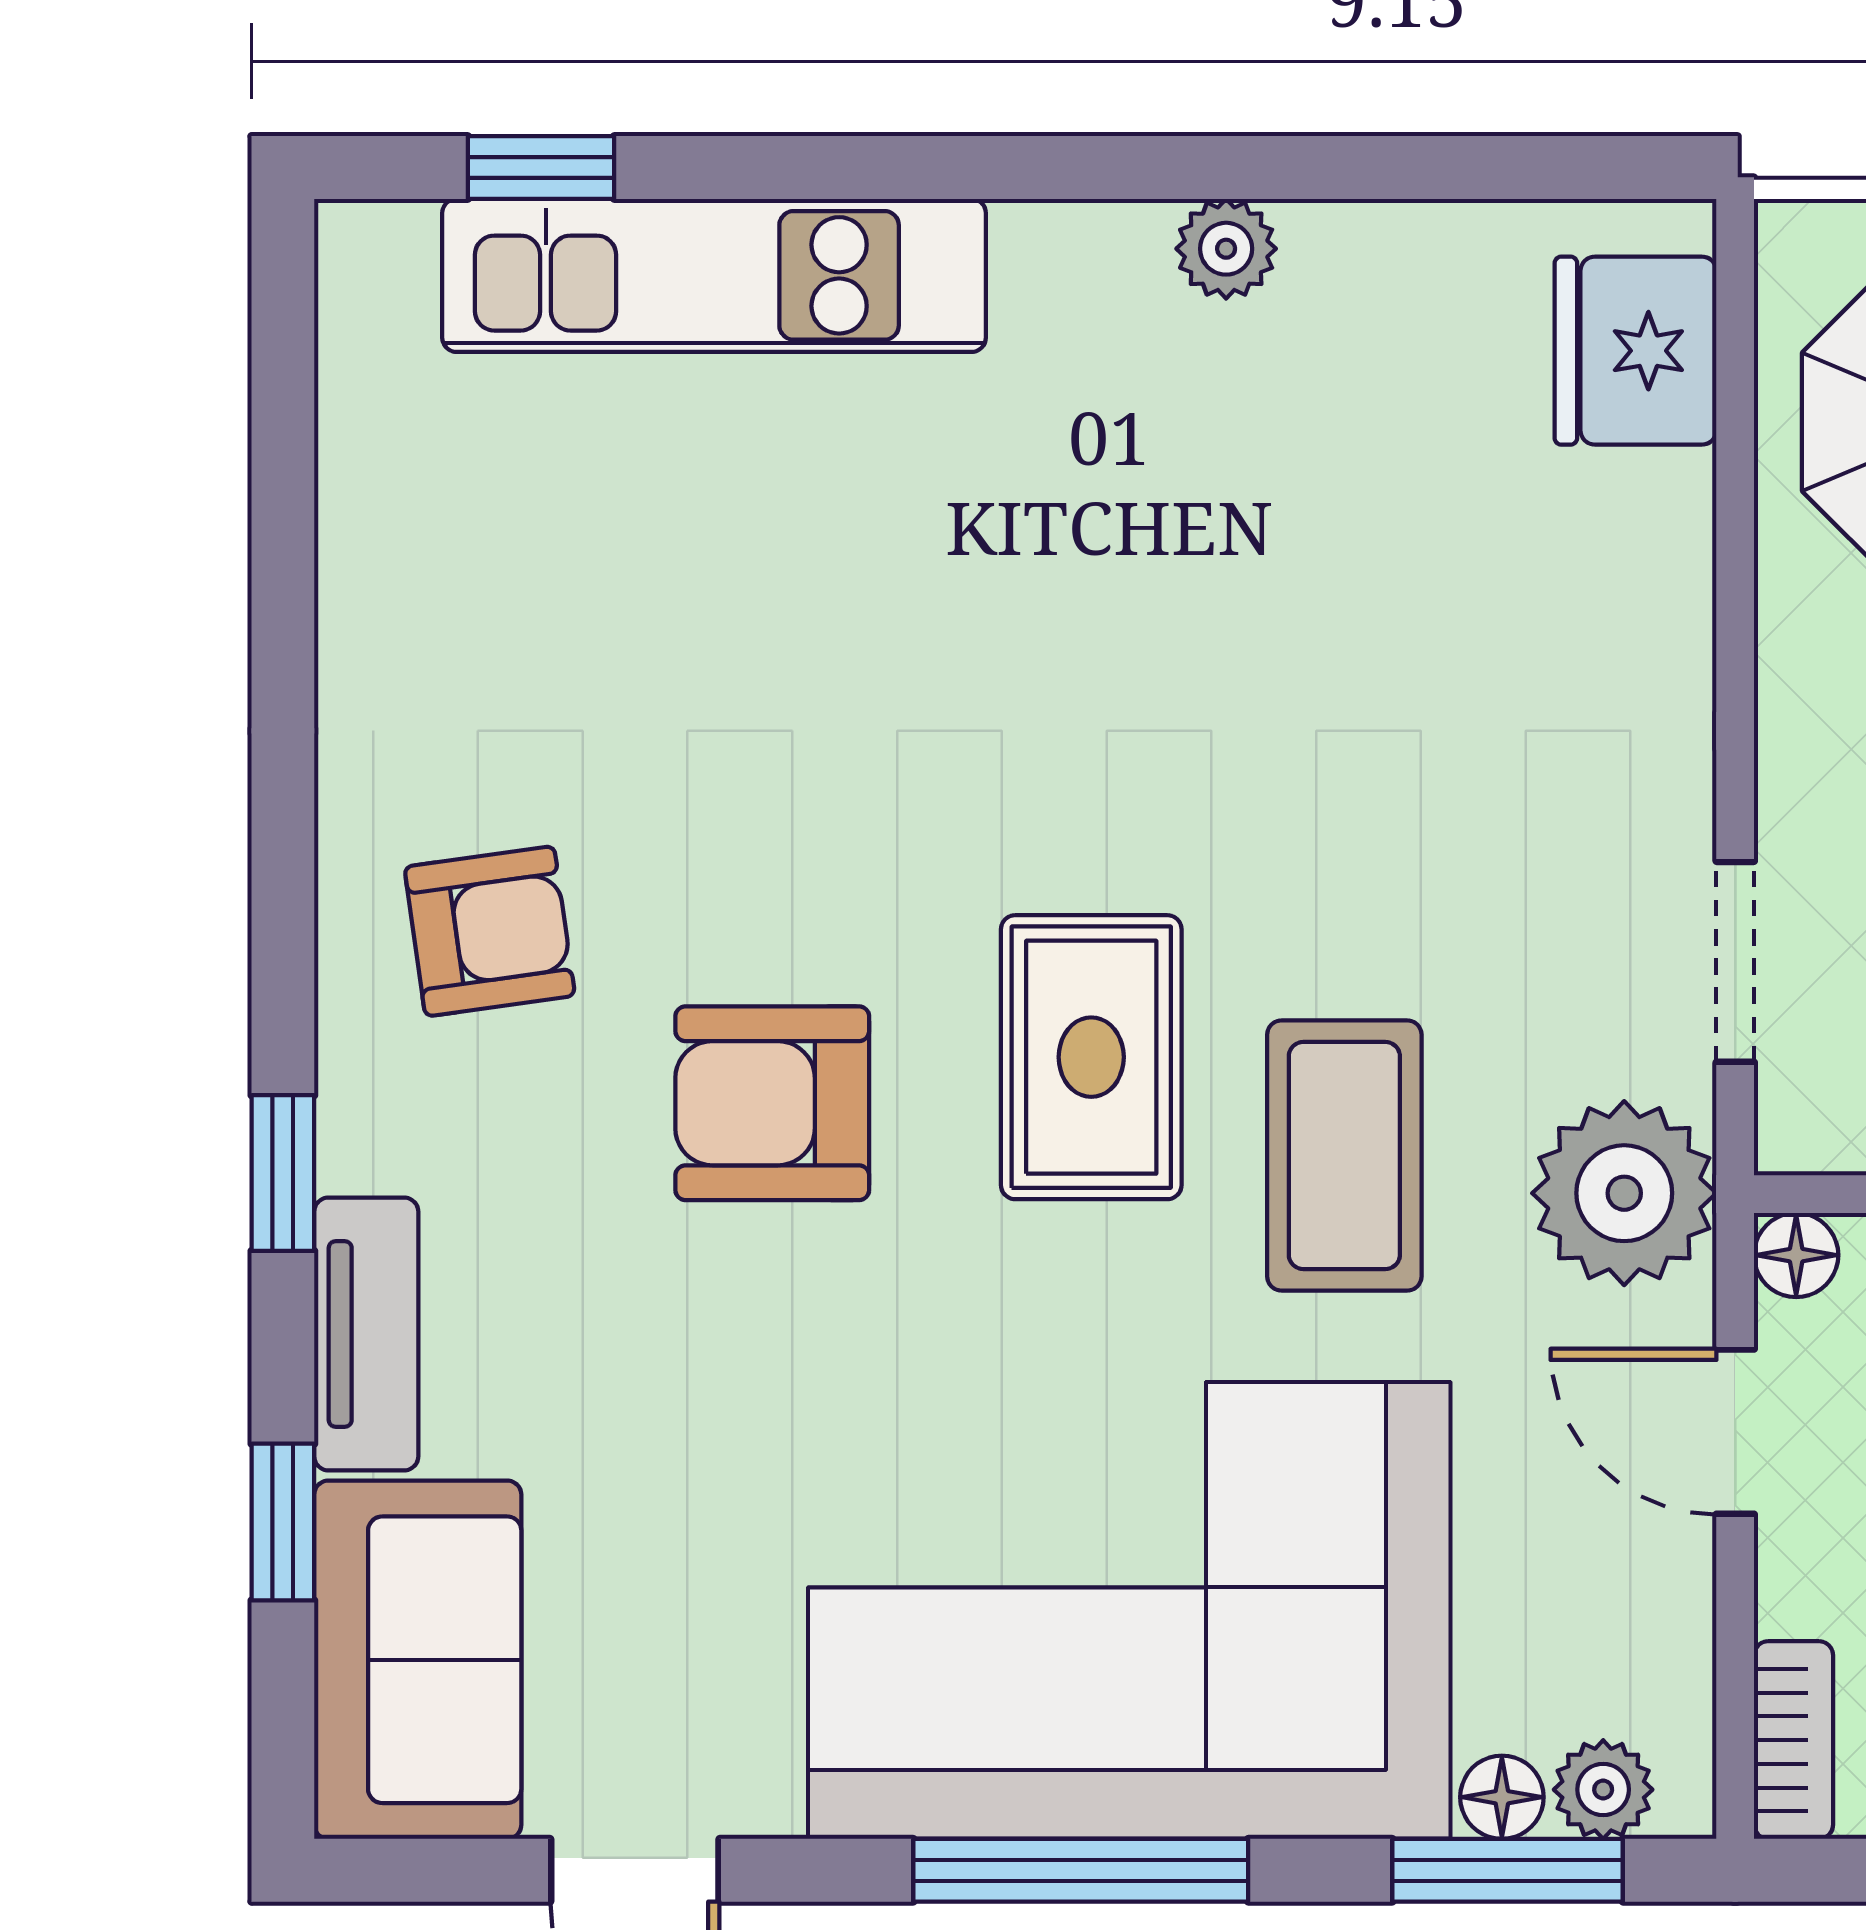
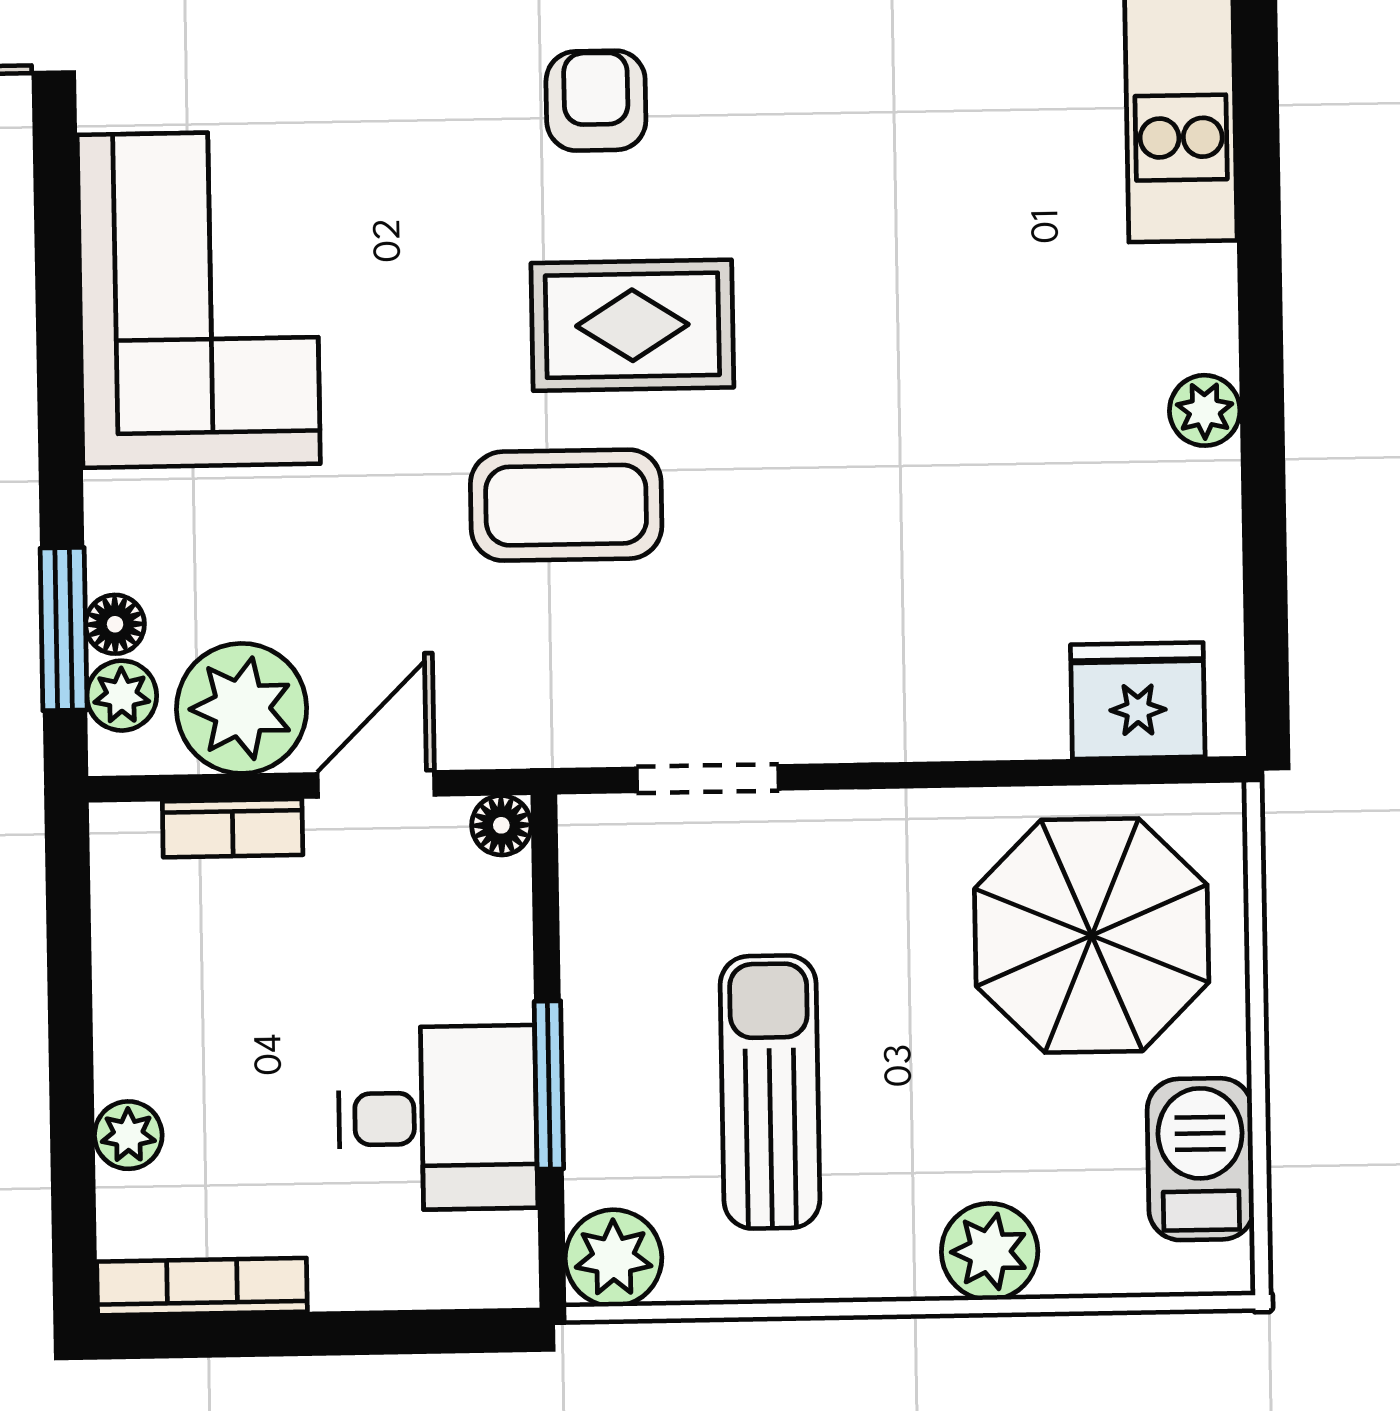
armchair: (772, 1103) -> (596, 101), width x0.72, depth x0.72
plant: (1624, 1193) -> (242, 708), moved
corner sofa: (1129, 1610) -> (199, 299), width x0.73, depth x0.74
bookcase: (1794, 1740) -> (233, 828), moved
window: (1081, 1870) -> (58, 328), removed

